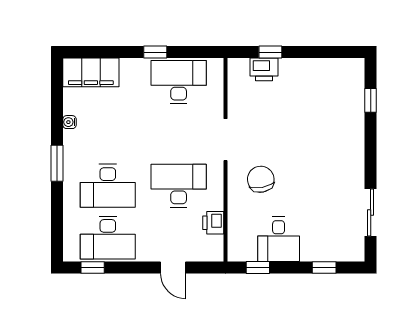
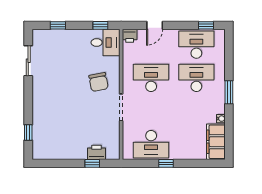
filing cabinet: (91, 72) -> (216, 142), moved, turned -90
desk: (179, 186) -> (151, 78), turned 180
printer: (213, 223) -> (130, 36), moved, turned 90
desk: (279, 239) -> (105, 42), moved, turned 90
door: (173, 268) -> (155, 25), swing flipped

